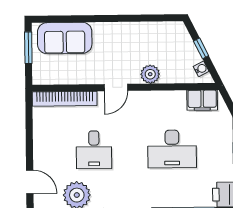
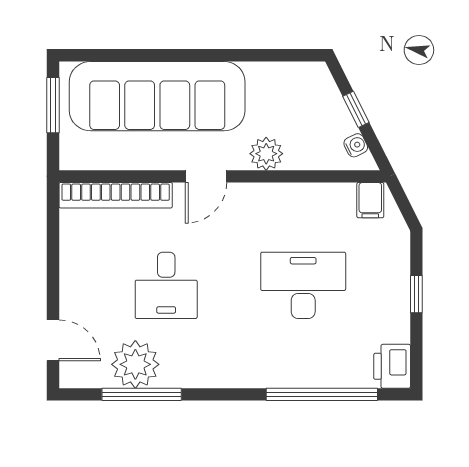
sofa: (65, 38) -> (157, 96), width x1.85, depth x1.27
filing cabinet: (202, 100) -> (370, 200), width x0.50
desk: (172, 149) -> (303, 285), turned 180

